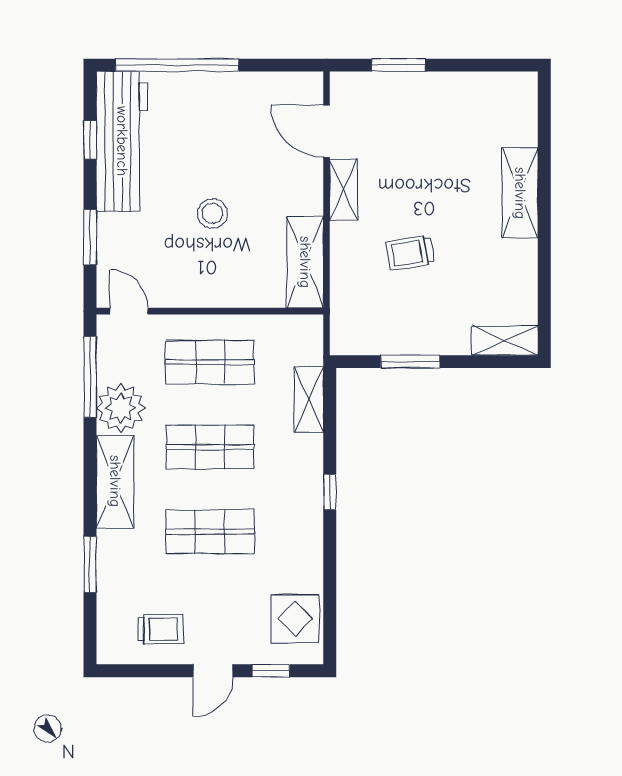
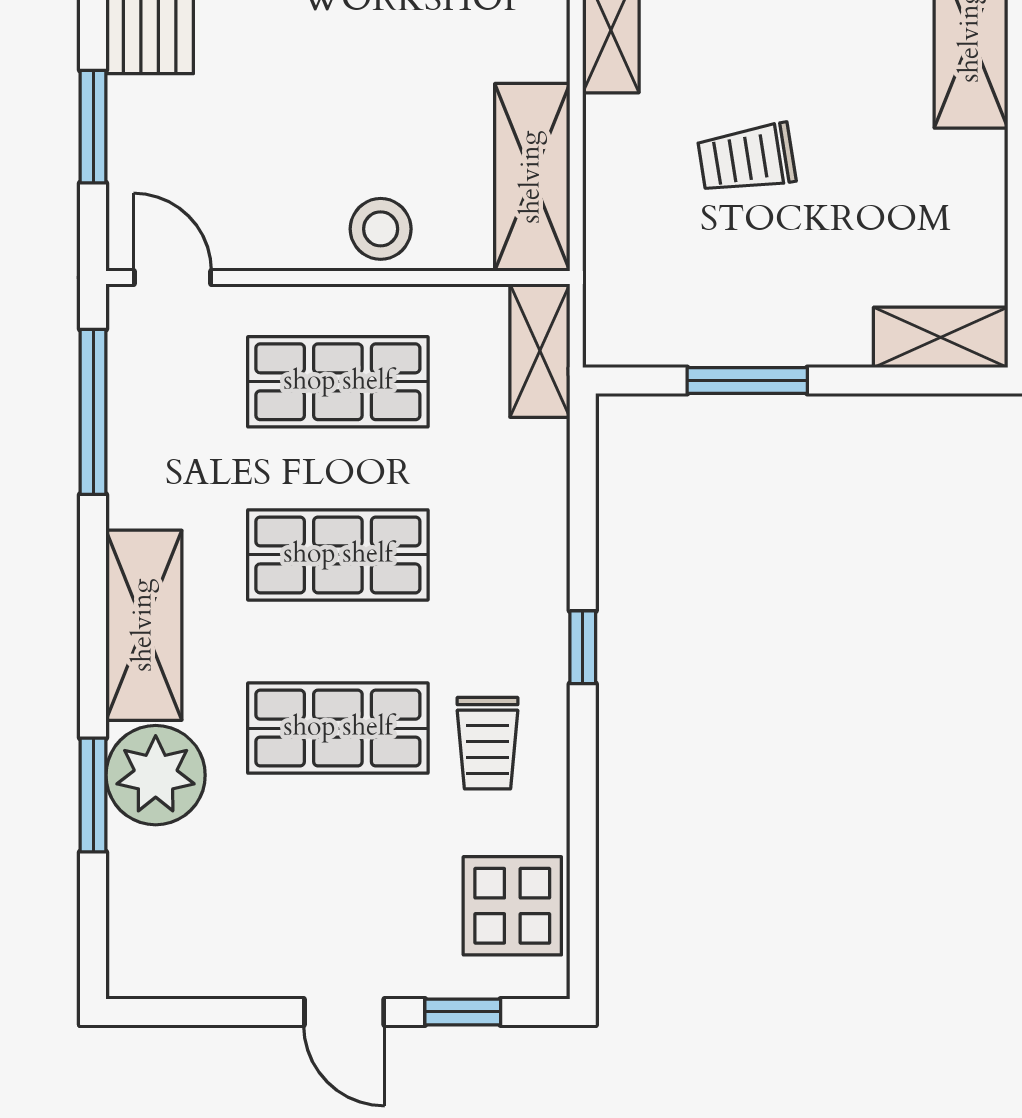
stool: (212, 213) -> (381, 229), moved
shelving: (309, 400) -> (540, 351), moved
plant: (121, 408) -> (156, 775), moved
trolley: (161, 629) -> (488, 743), moved, turned 90
door: (213, 671) -> (344, 1012), hinge flipped

